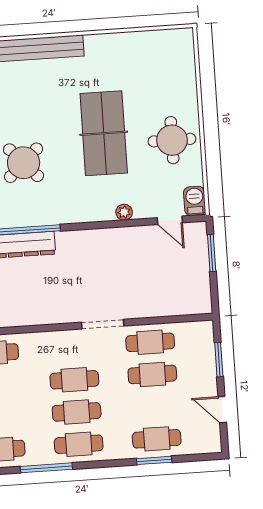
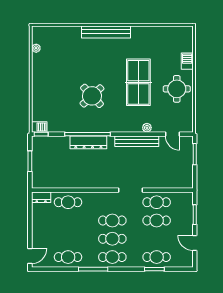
barbecue: (195, 201) -> (187, 61), moved
bench: (108, 237) -> (137, 141), added

